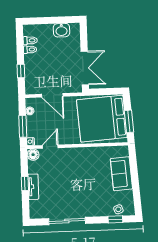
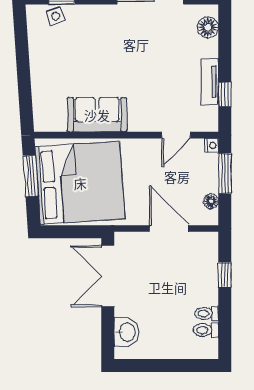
washbasin: (61, 30) -> (127, 332), moved, turned 90
floor lamp: (33, 155) -> (208, 27), moved
sofa: (121, 174) -> (97, 115), moved, turned -86
window: (25, 184) -> (225, 94), moved
tv unit: (33, 187) -> (209, 82), moved

